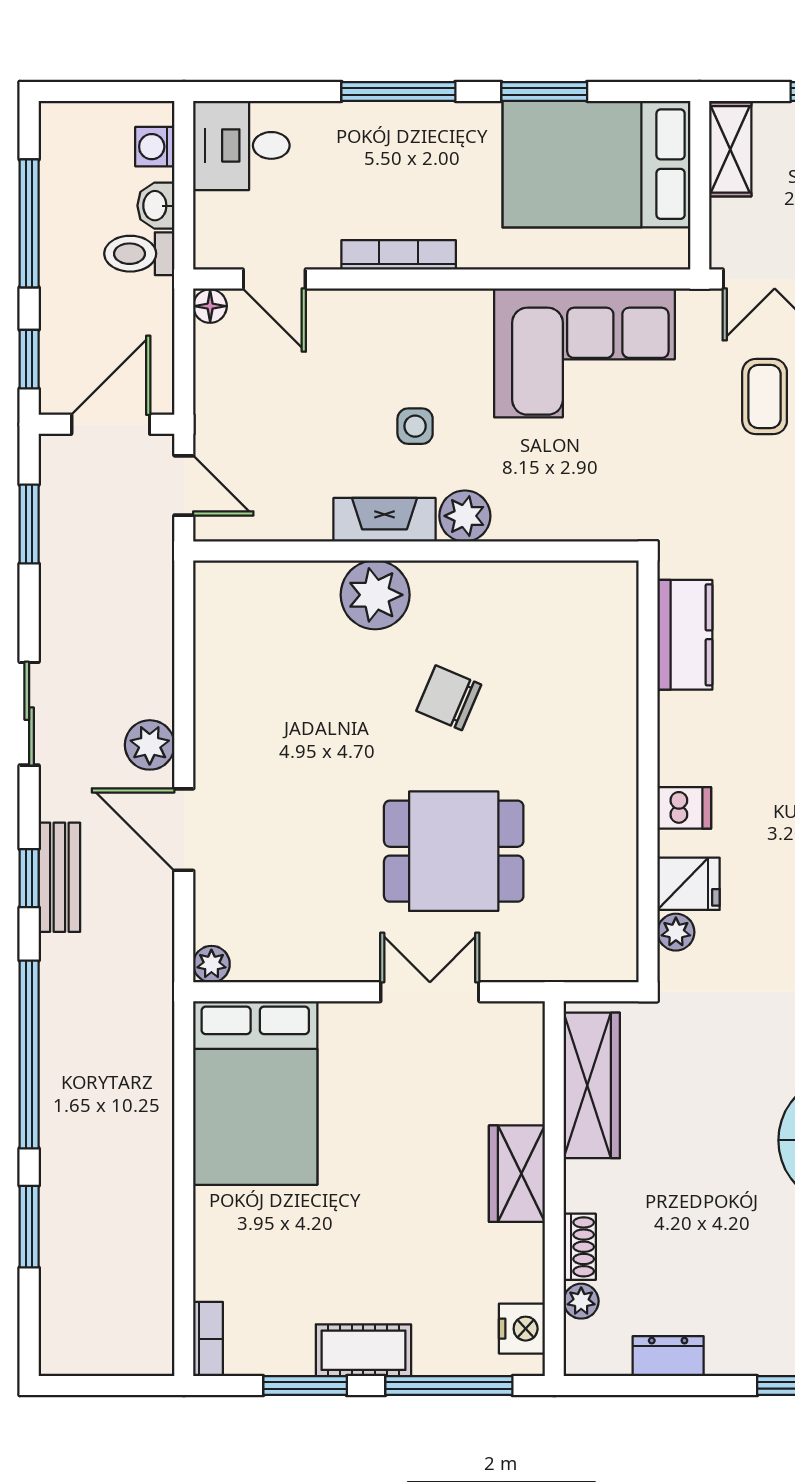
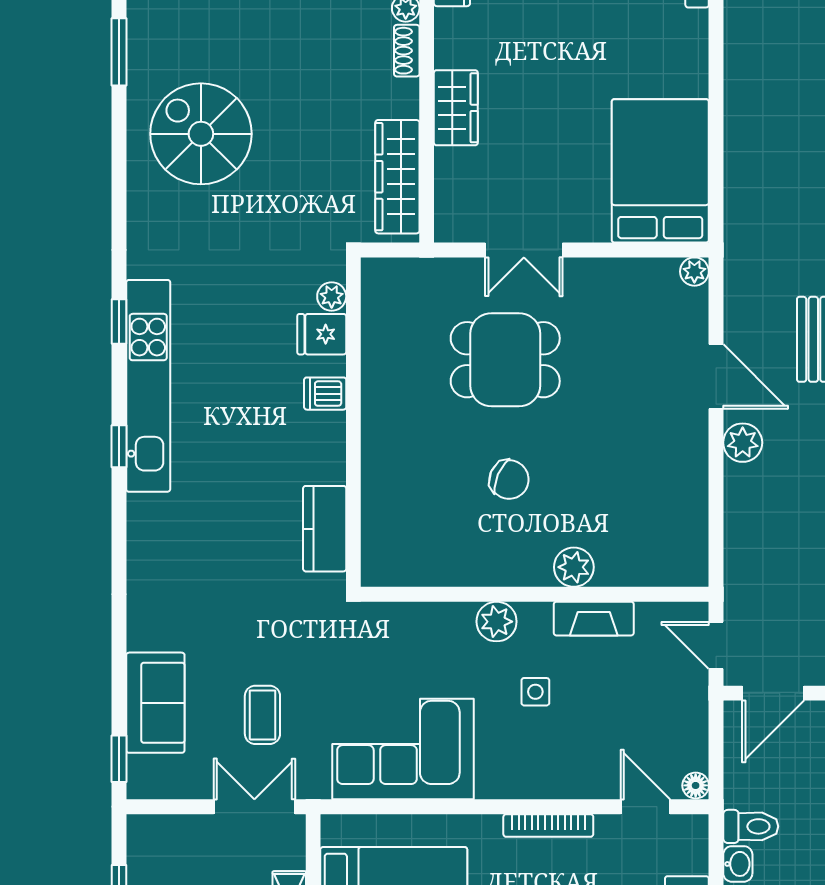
fireplace: (384, 520) -> (594, 619), moved
plant: (375, 595) -> (574, 567), width x0.73, depth x0.73

